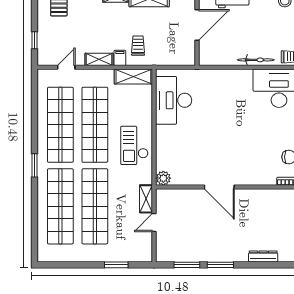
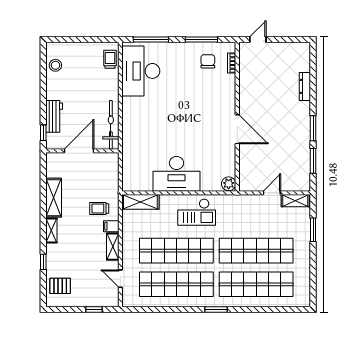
door: (197, 25) -> (79, 151), hinge flipped
bicycle: (256, 60) -> (111, 125), moved, width x1.37, depth x1.40
shelving: (133, 77) -> (140, 202), moved, turned 90
desk: (174, 100) -> (177, 174), moved
door: (219, 187) -> (237, 129), hinge flipped
shelving: (146, 199) -> (295, 201), moved
door: (154, 223) -> (272, 193), swing flipped

